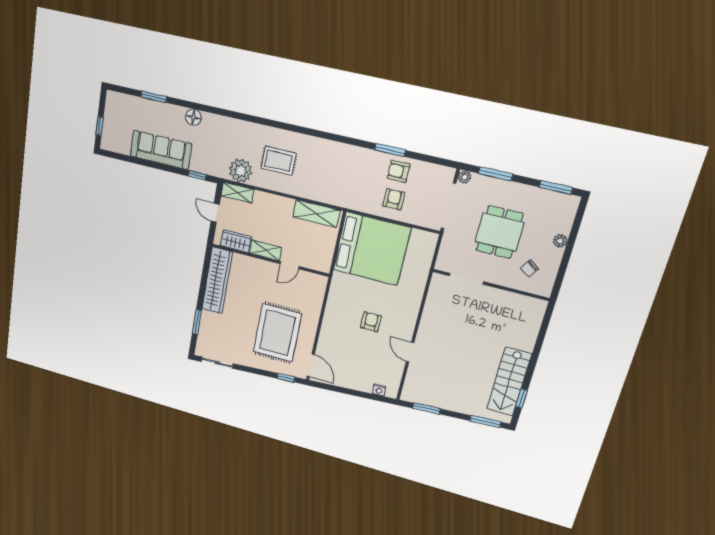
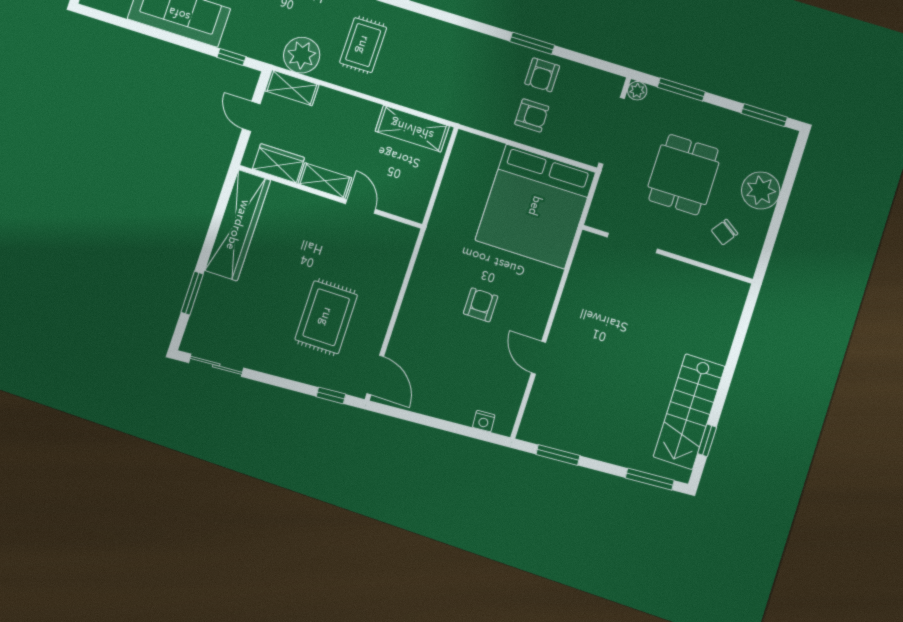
rug: (279, 161) -> (363, 45), turned 90
armchair: (399, 171) -> (542, 75), turned -90
armchair: (394, 199) -> (532, 115), turned 90
plant: (560, 241) -> (761, 190), width x1.87, depth x1.87
bed: (372, 249) -> (535, 206), moved, turned 90
door: (290, 265) -> (360, 207), swing flipped
rug: (277, 333) -> (326, 317), width x0.73, depth x0.69

